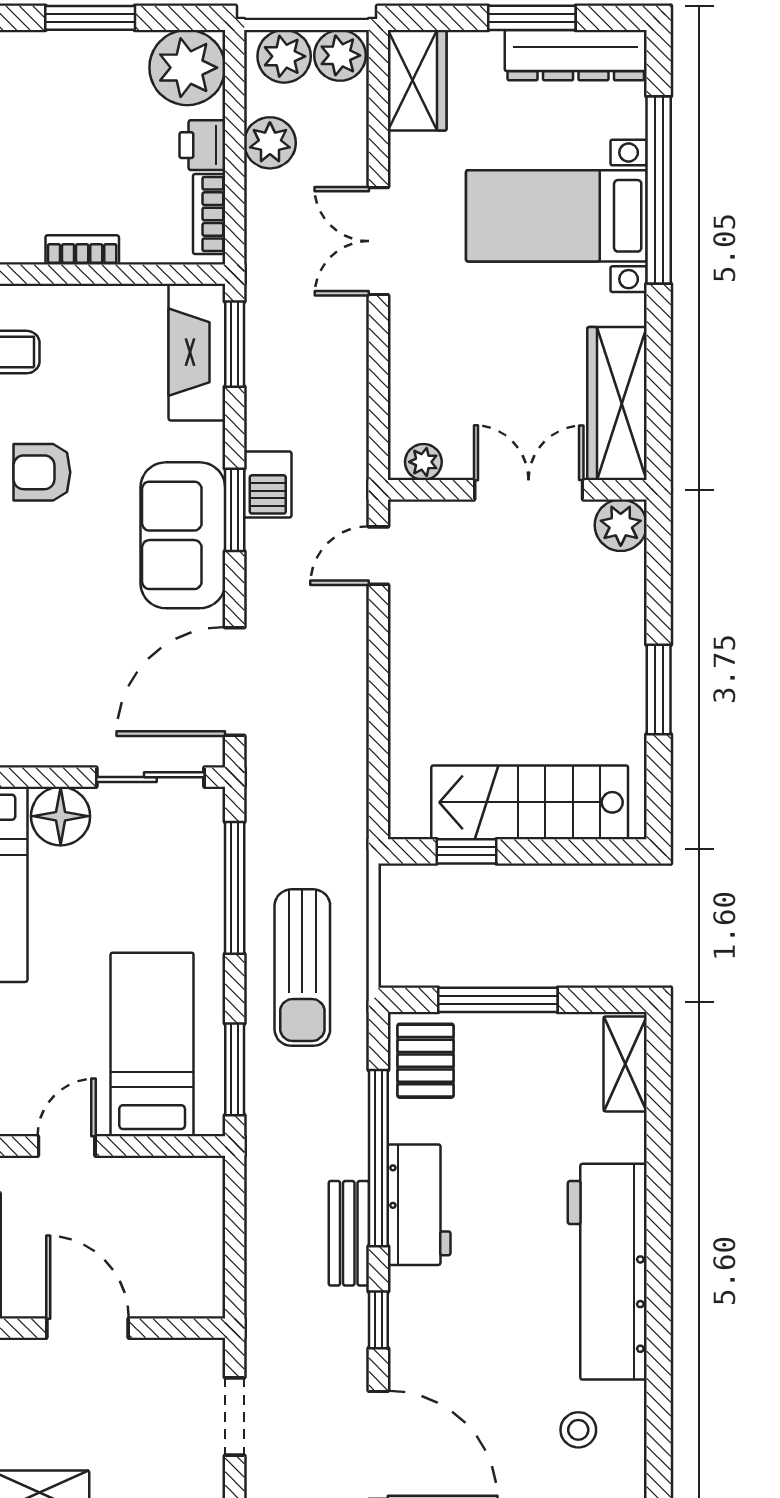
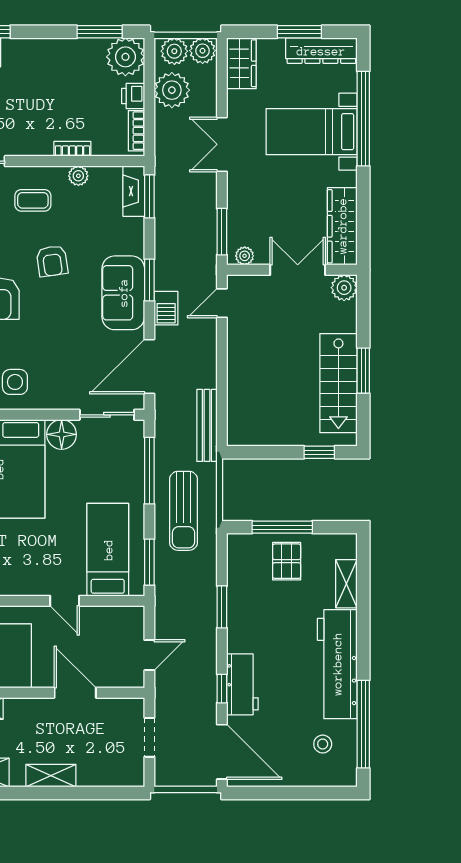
window: (90, 18) -> (100, 32), moved
plant: (270, 143) -> (172, 90), width x1.36, depth x1.36
plant: (94, 303) -> (78, 176), added
fireplace: (197, 352) -> (134, 191), width x0.73, depth x0.76
window: (378, 414) -> (222, 232), added
armchair: (42, 472) -> (52, 261), turned -98
barbecue: (268, 484) -> (166, 308), moved
stairs: (530, 802) -> (338, 383), moved, turned -90
window: (467, 851) -> (319, 452), moved
pallet: (426, 1061) -> (287, 561), moved
shelving: (625, 1064) -> (346, 584), moved
door: (67, 1146) -> (65, 601), swing flipped
window: (378, 1158) -> (222, 607), width x0.47
workbench: (419, 1205) -> (242, 684), moved
bench: (349, 1233) -> (207, 425), moved, width x1.36
door: (235, 1254) -> (149, 655), added
window: (659, 1391) -> (363, 724), added

